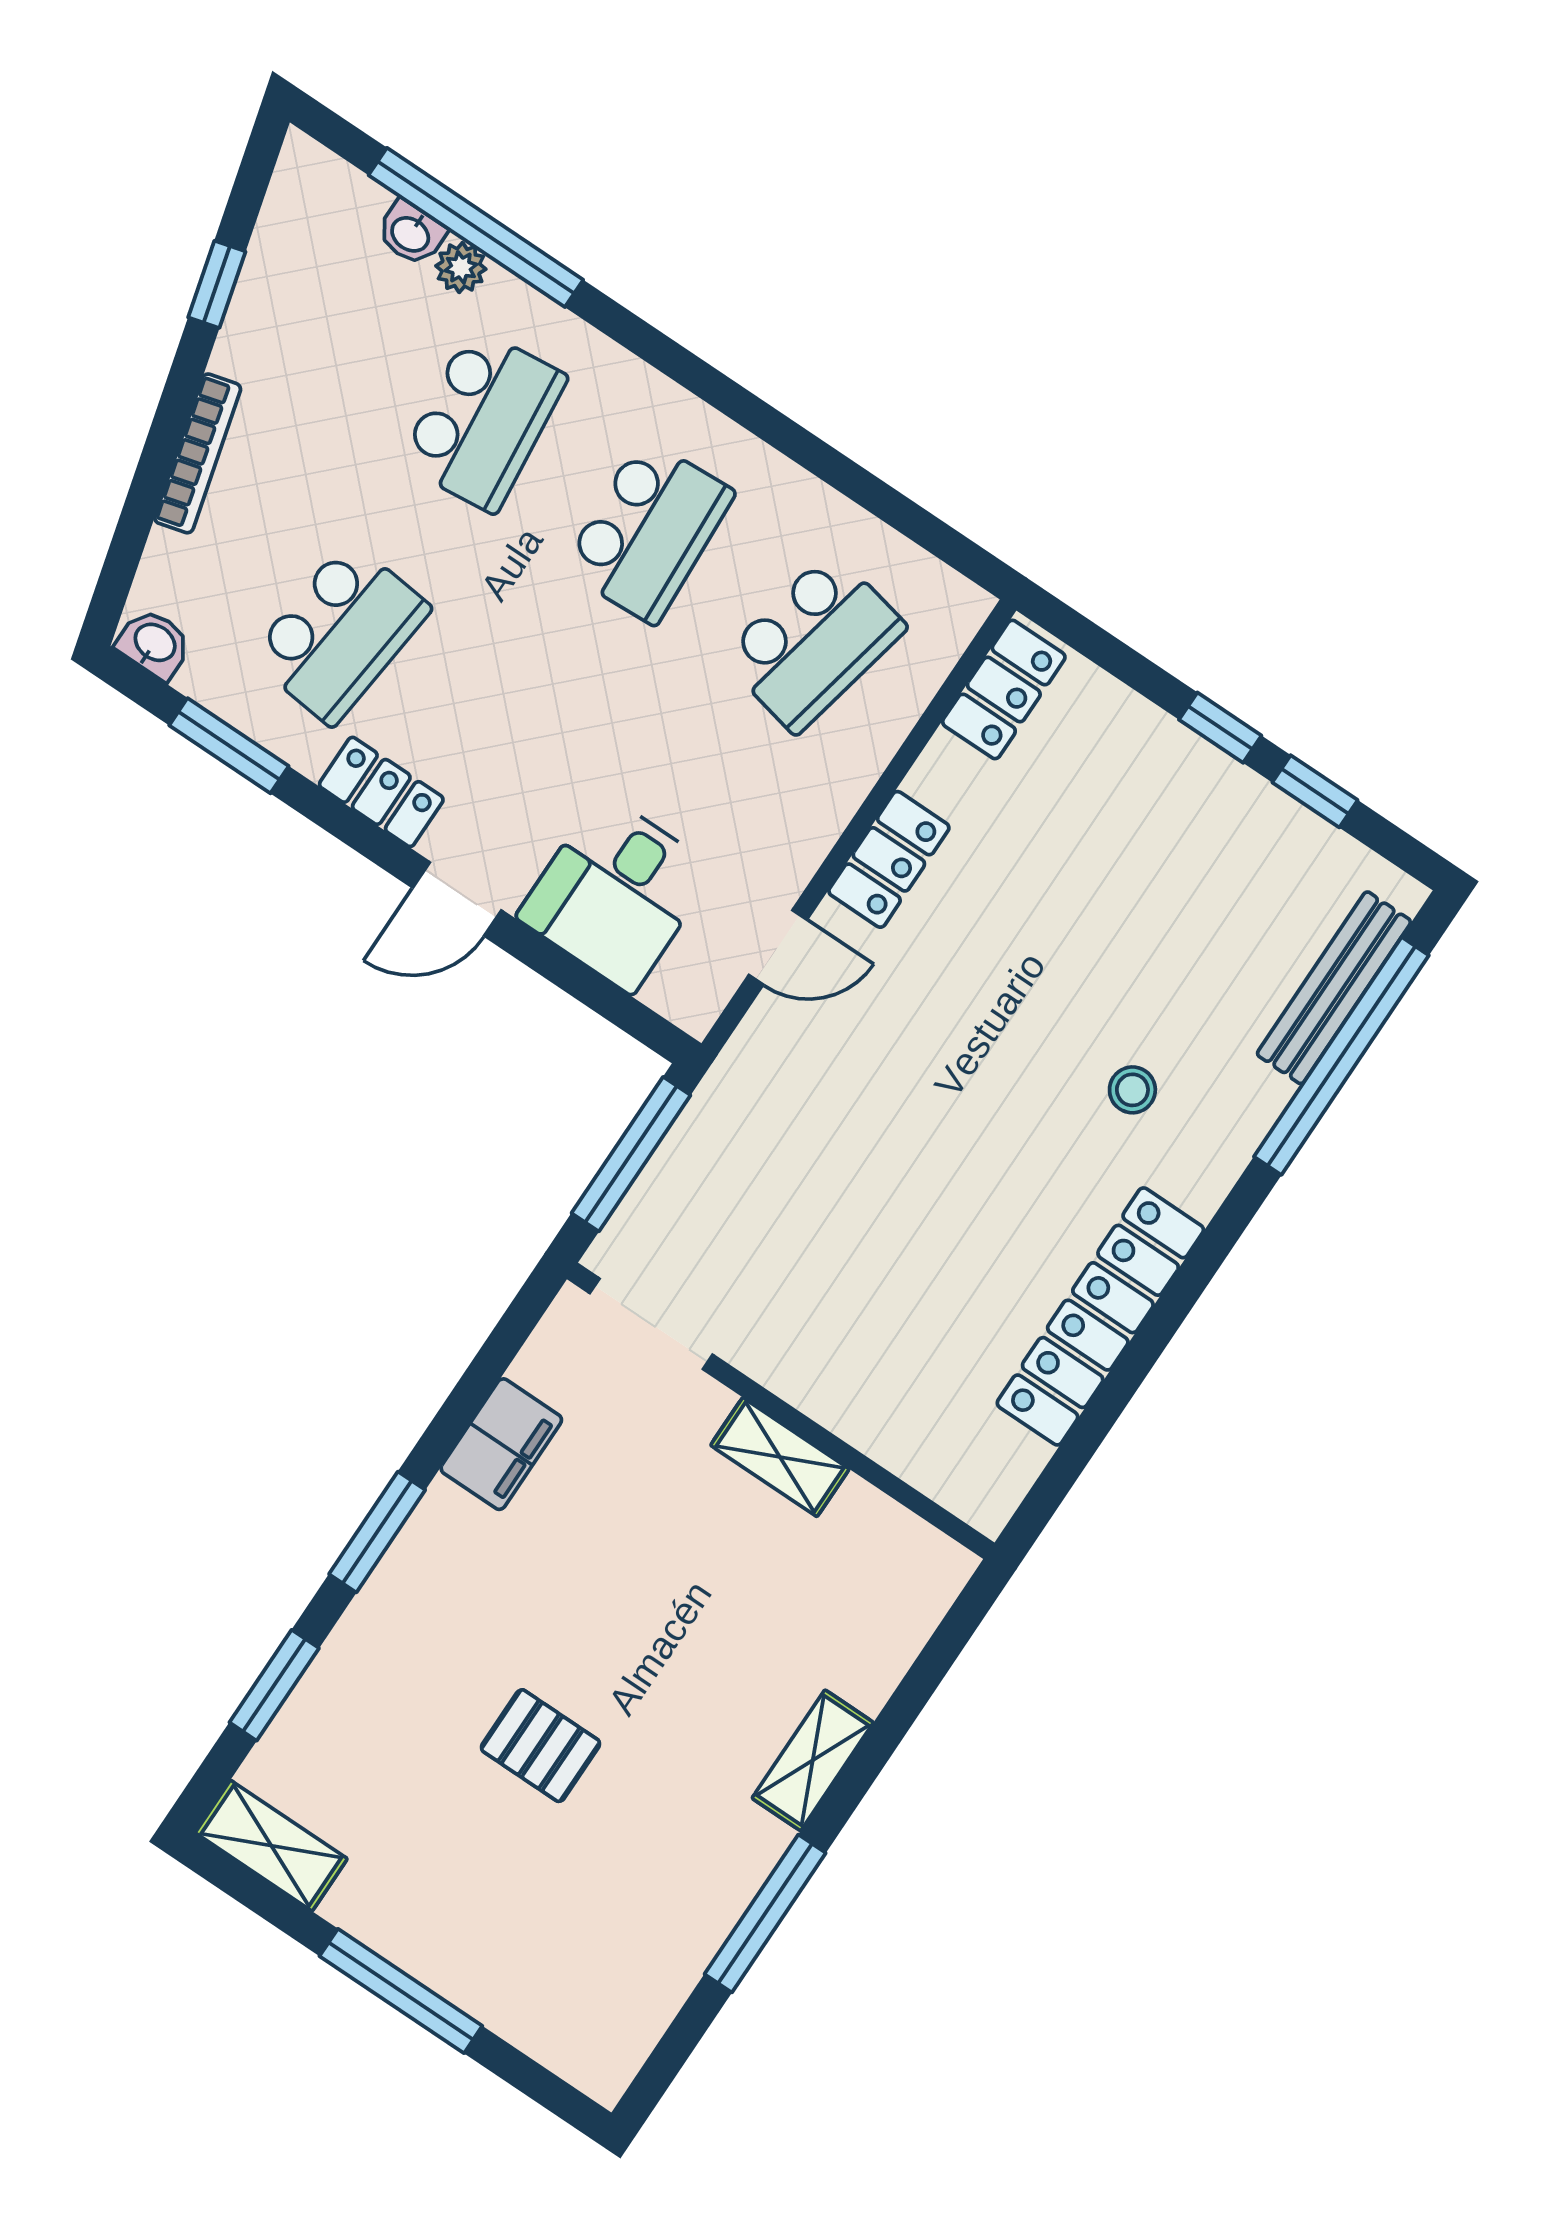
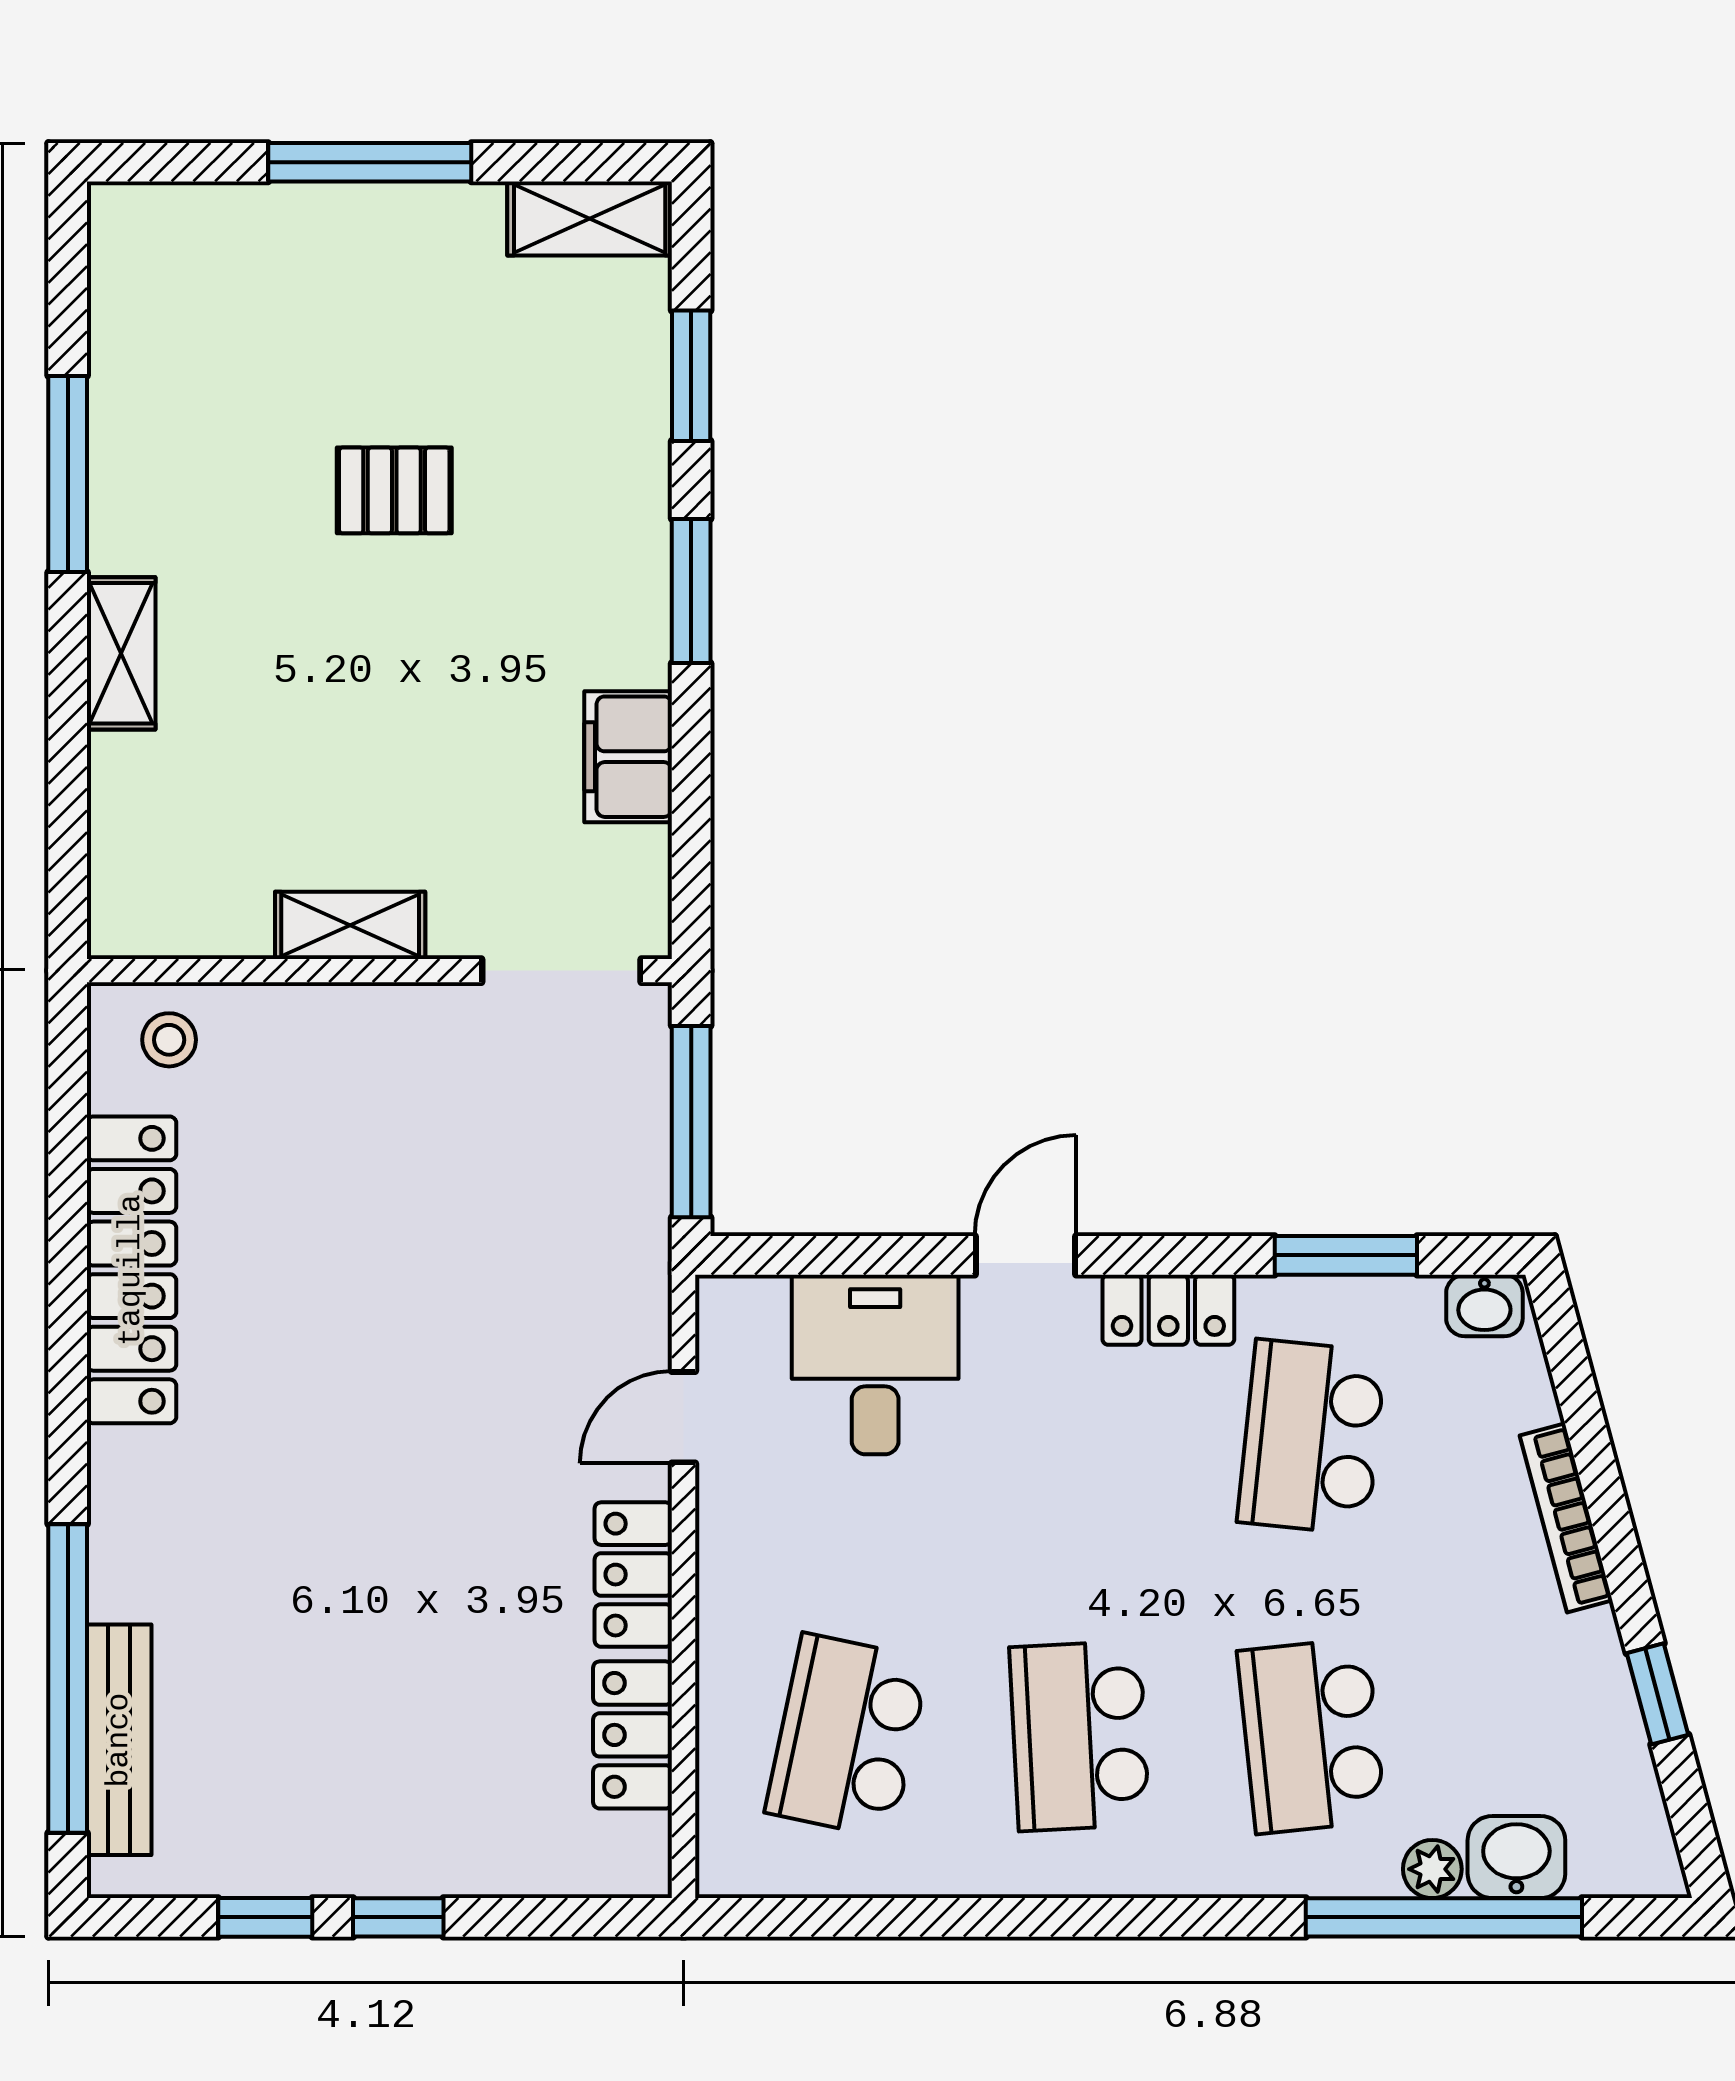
washbasin: (411, 233) -> (1516, 1857), width x1.38, depth x1.45
locker: (1004, 689) -> (633, 1735), moved
stool: (1132, 1090) -> (169, 1040), moved

